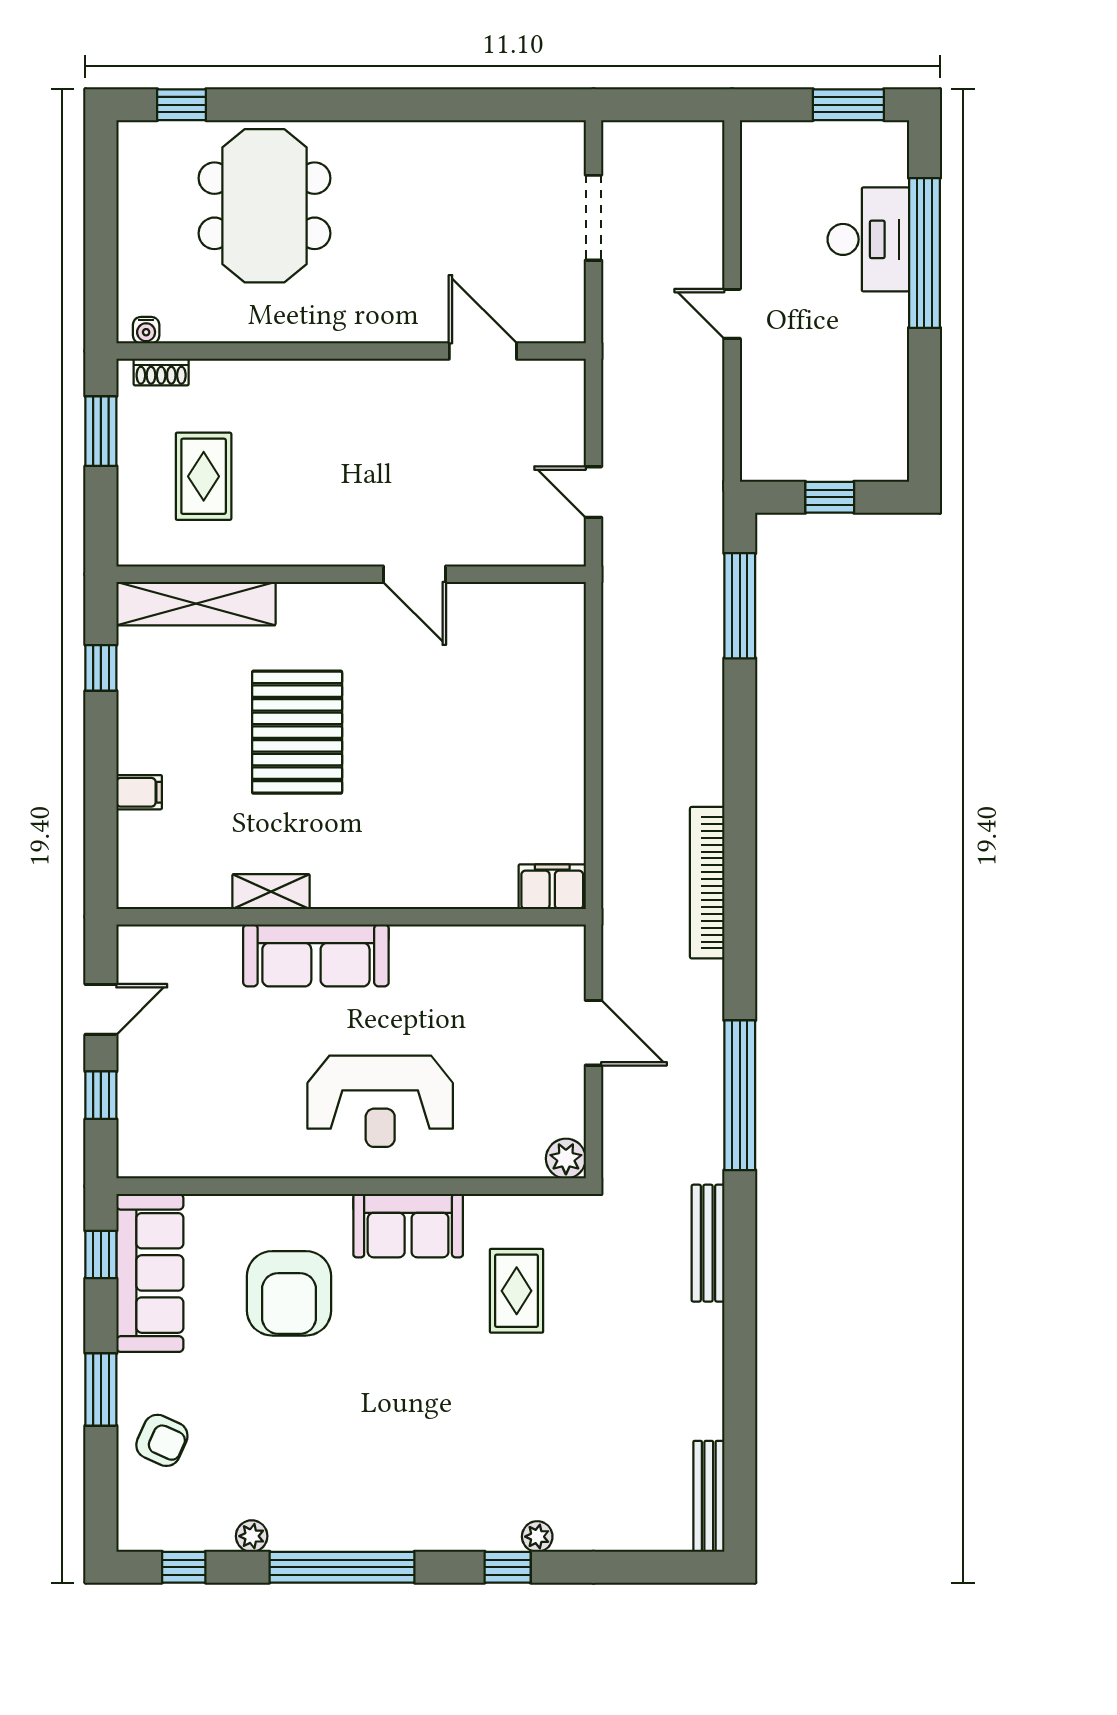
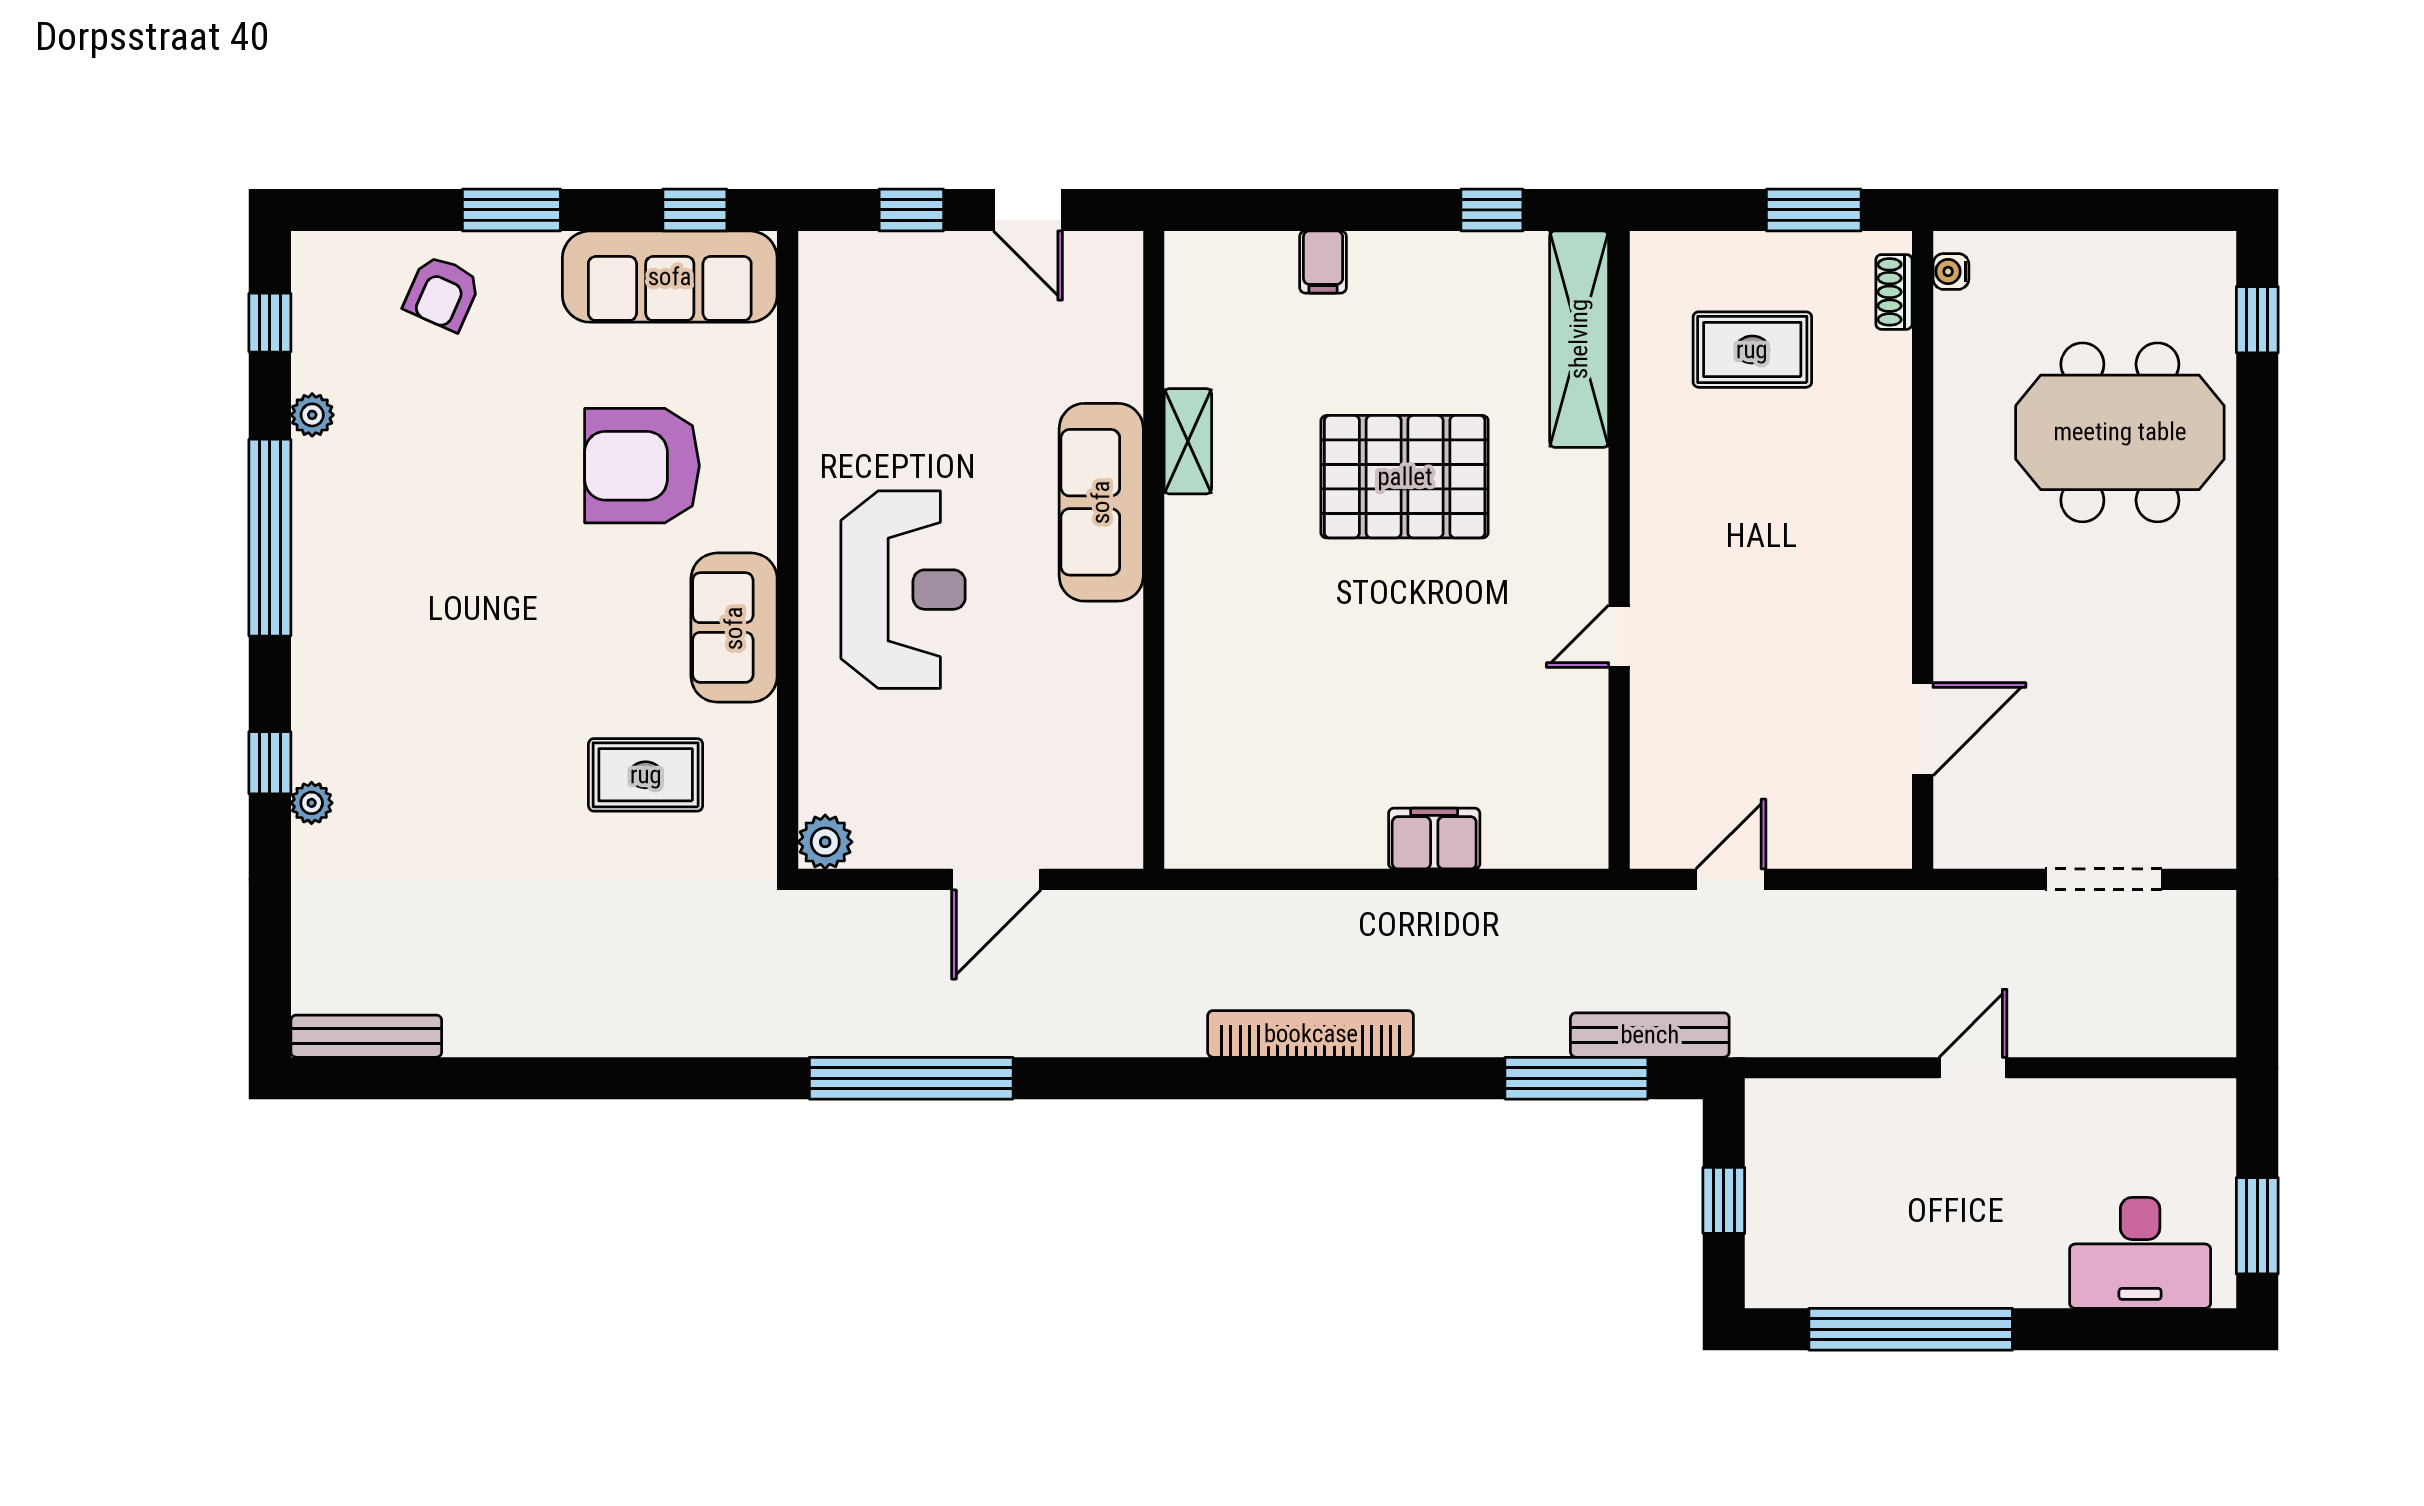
desk: (868, 239) -> (2140, 1253), moved
window: (924, 253) -> (1911, 1329), moved
door: (415, 574) -> (1619, 636), width x0.73
bookcase: (707, 883) -> (1311, 1034), moved
filing cabinet: (552, 887) -> (1434, 839), moved, turned -90
reception desk: (380, 1101) -> (903, 590), turned 180
bench: (708, 1243) -> (1650, 1035), moved

